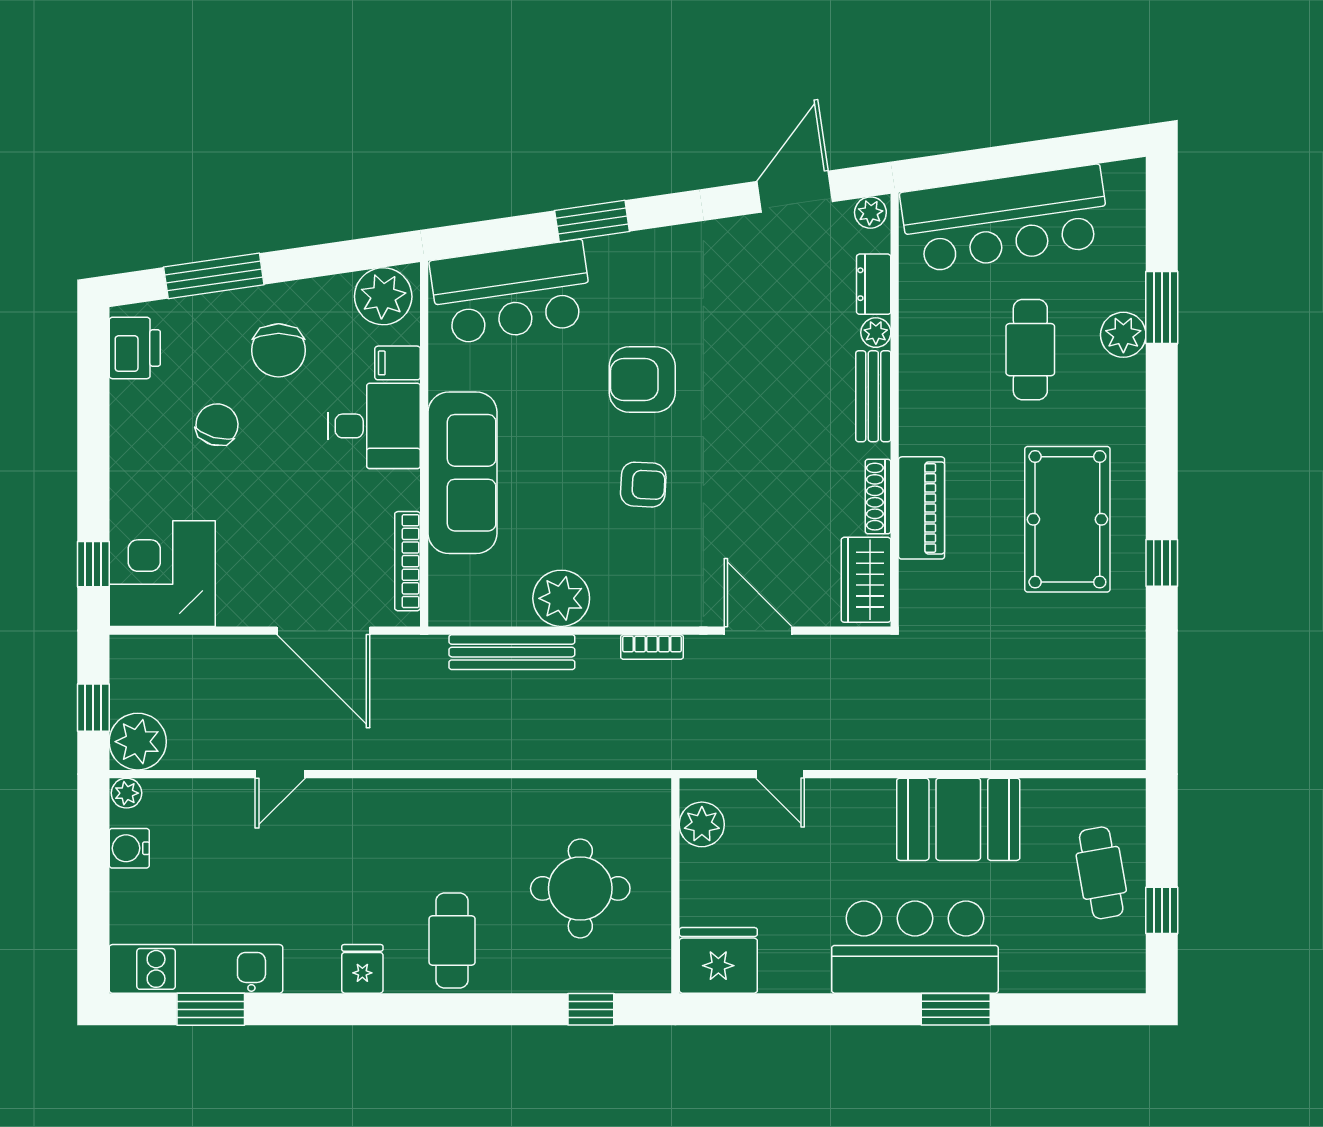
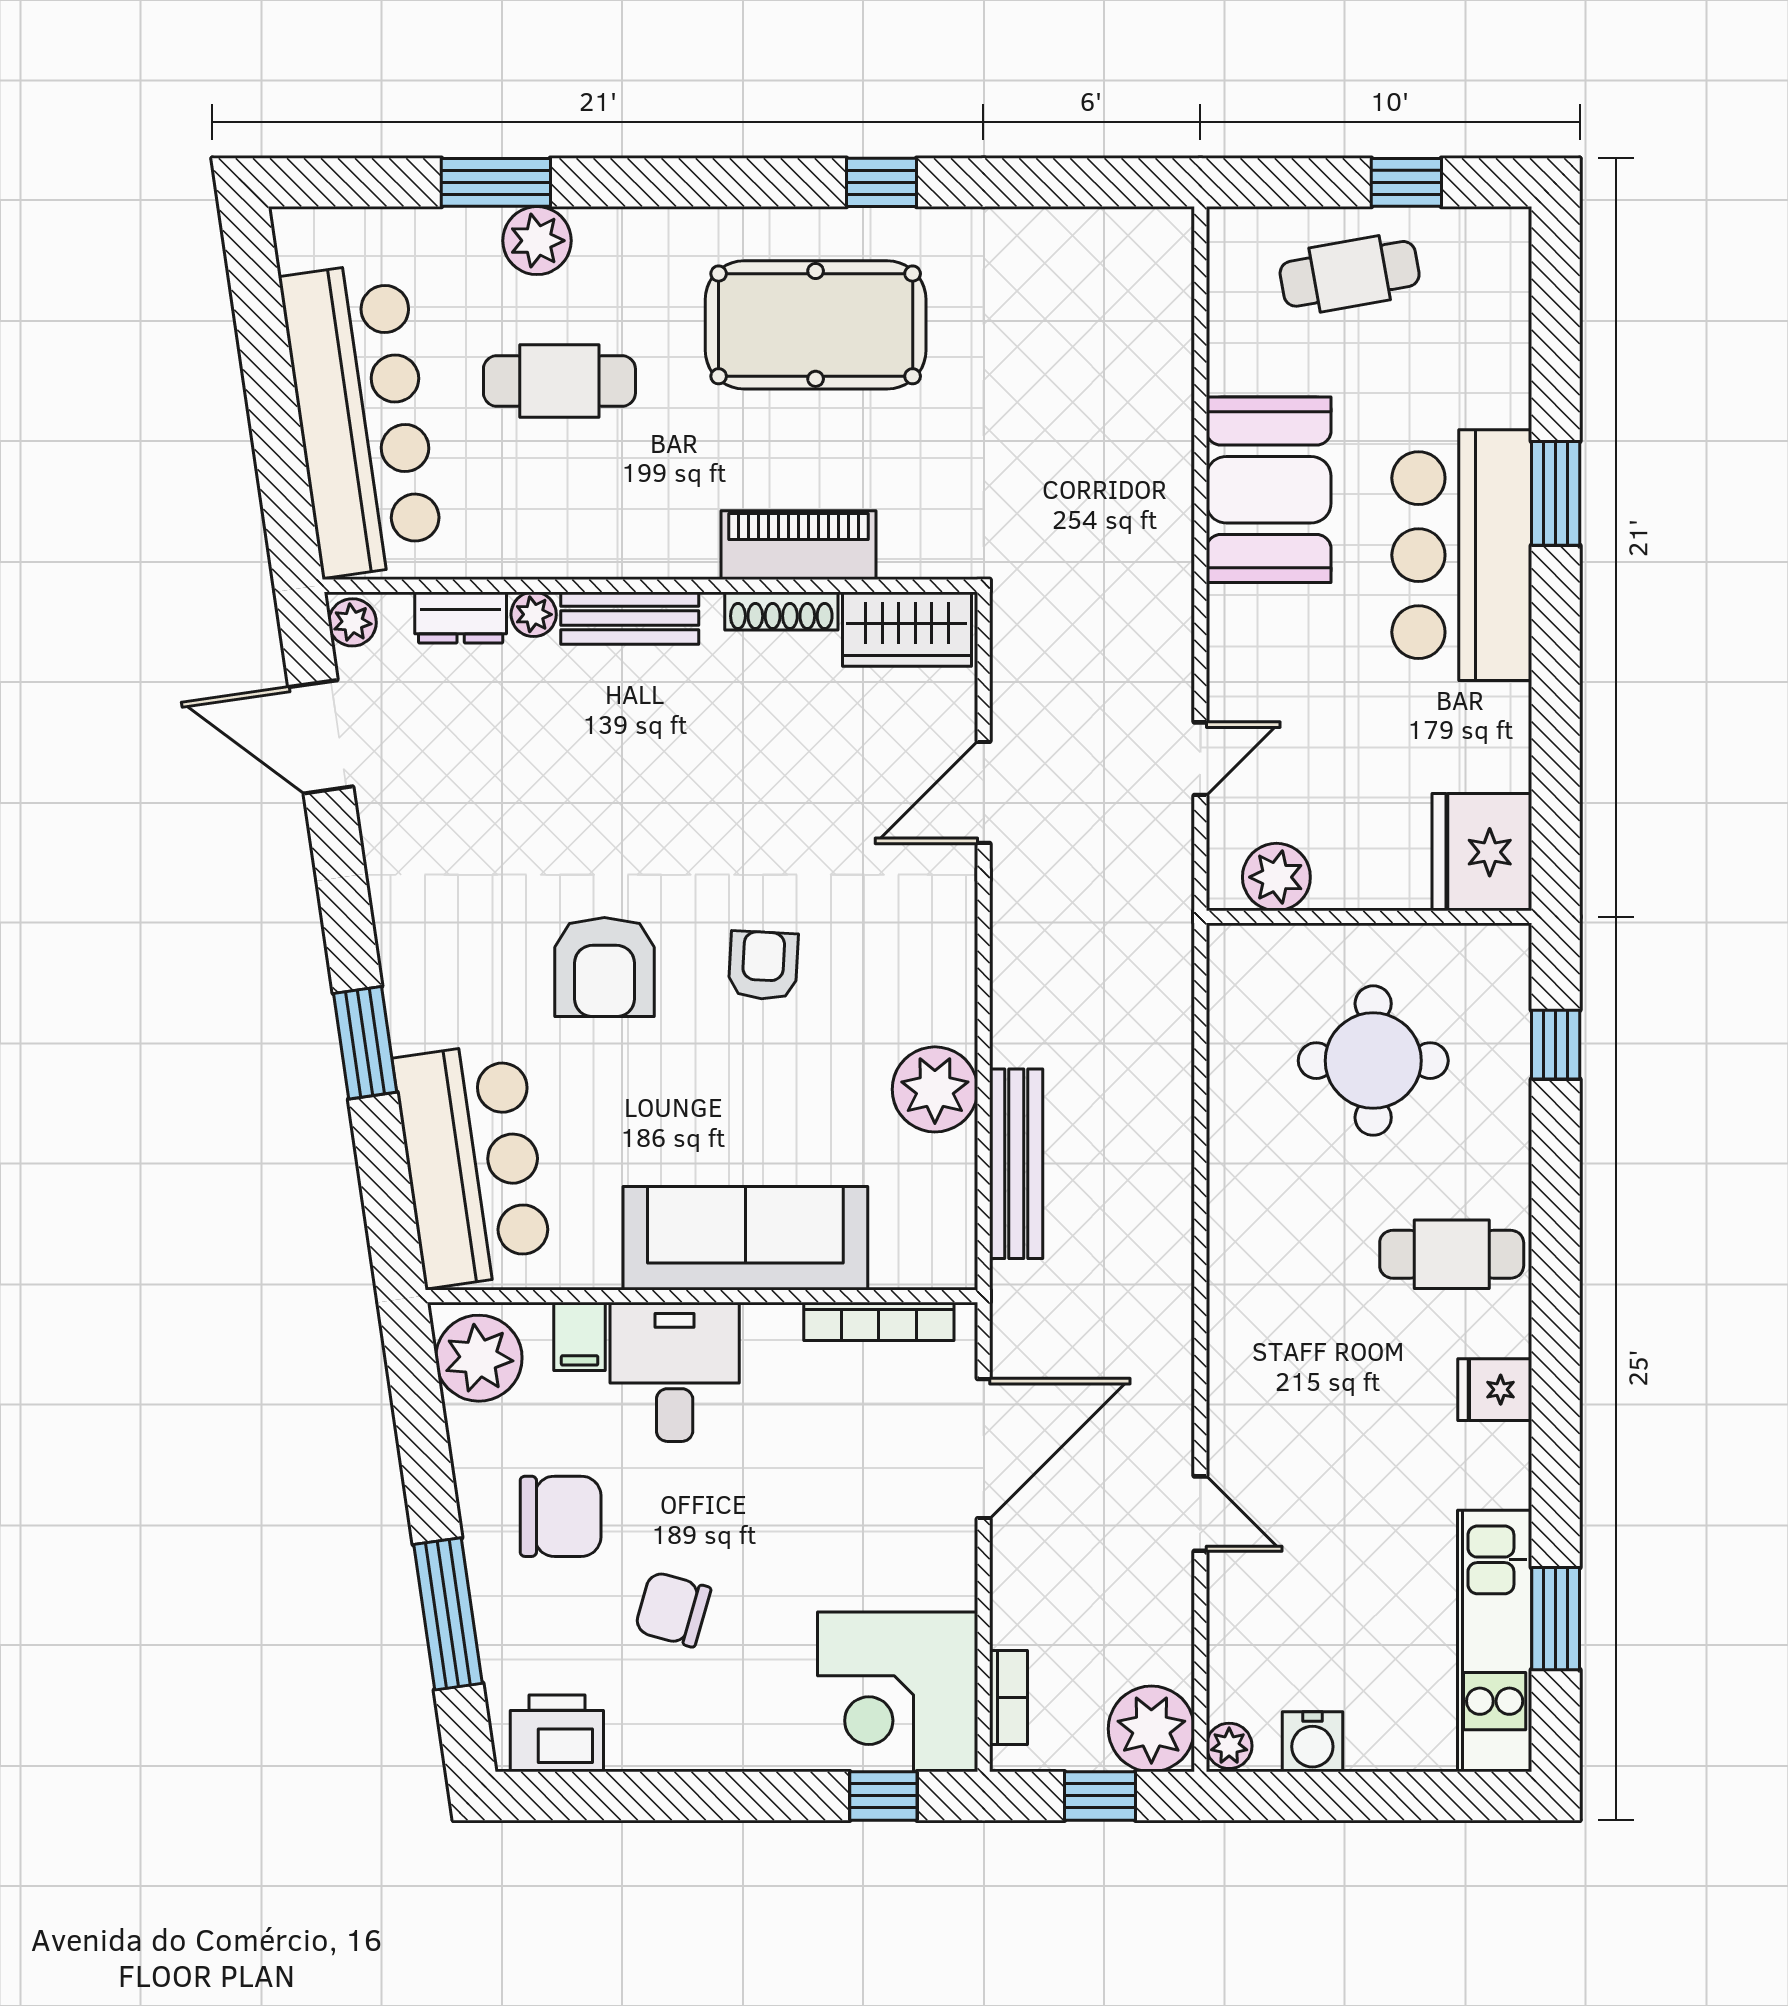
bookcase: (652, 647) -> (1008, 1697), moved

